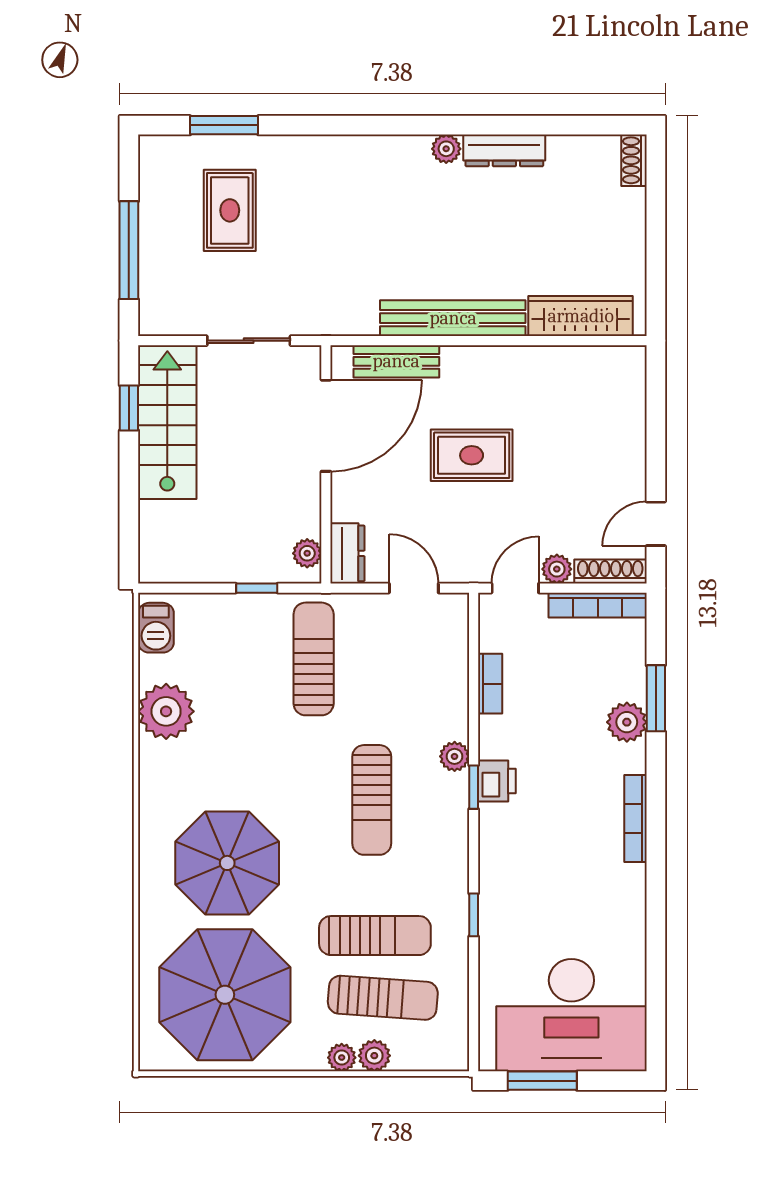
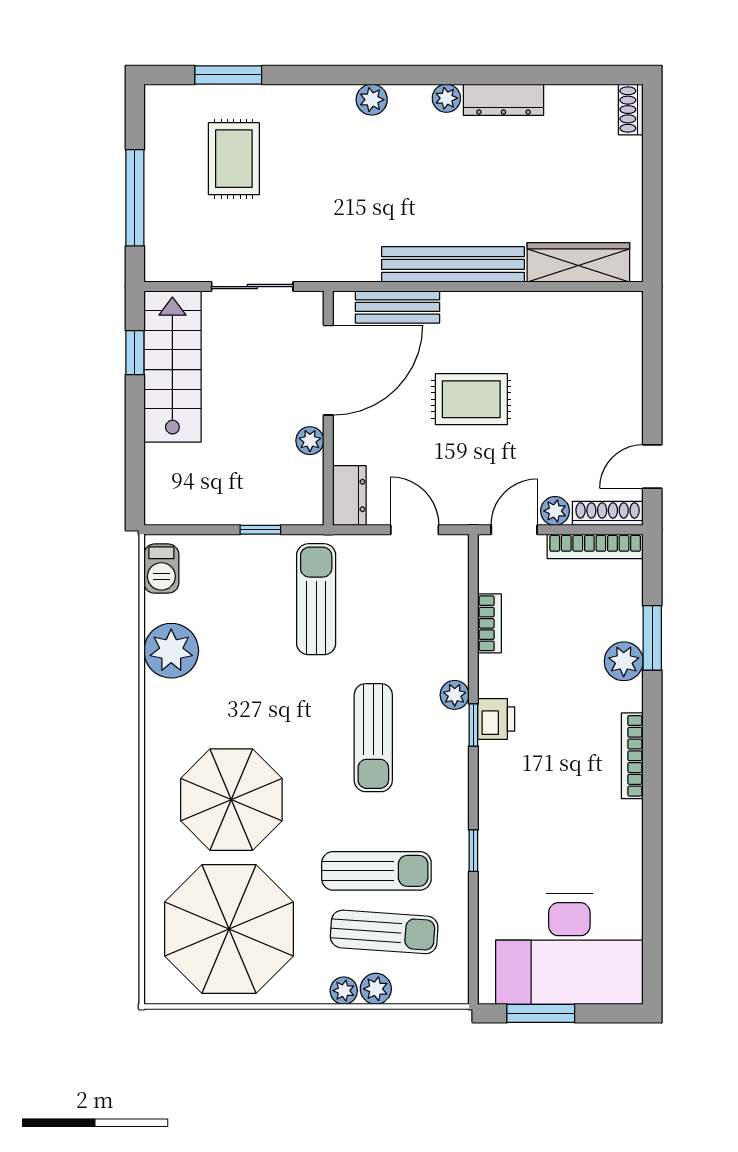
plant: (370, 150) -> (372, 100), added
plant: (307, 553) -> (310, 441), moved

